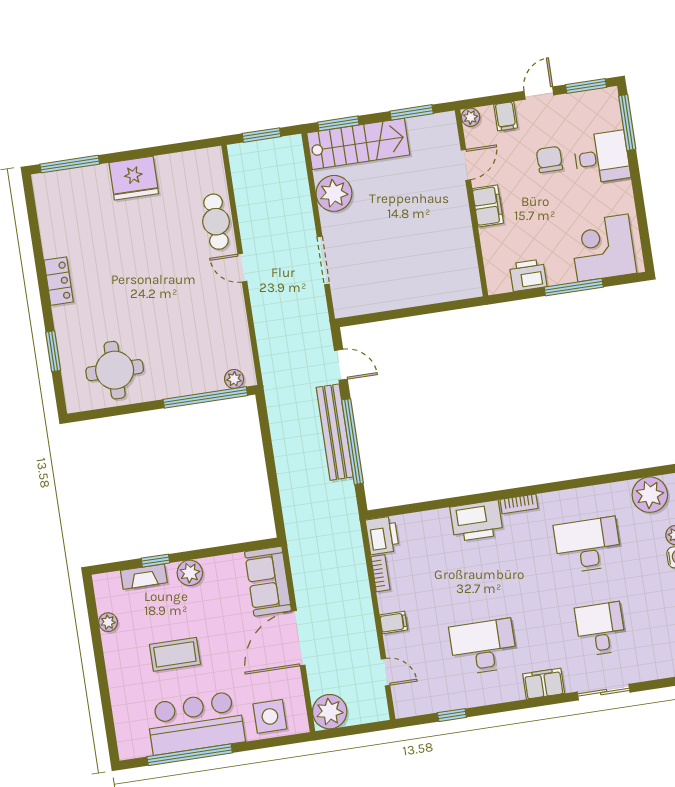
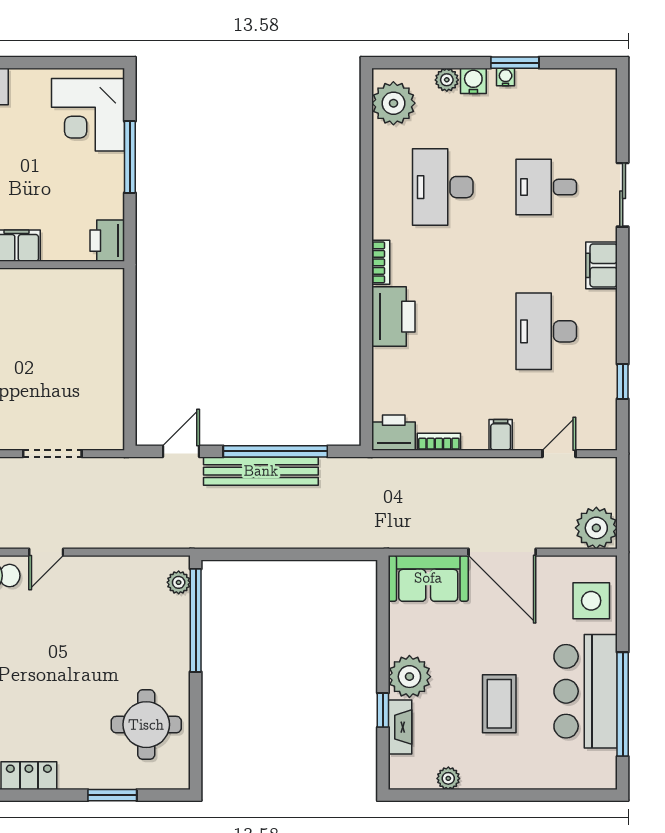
printer: (528, 275) -> (107, 241), moved
plant: (190, 573) -> (409, 677), width x1.36, depth x1.36

